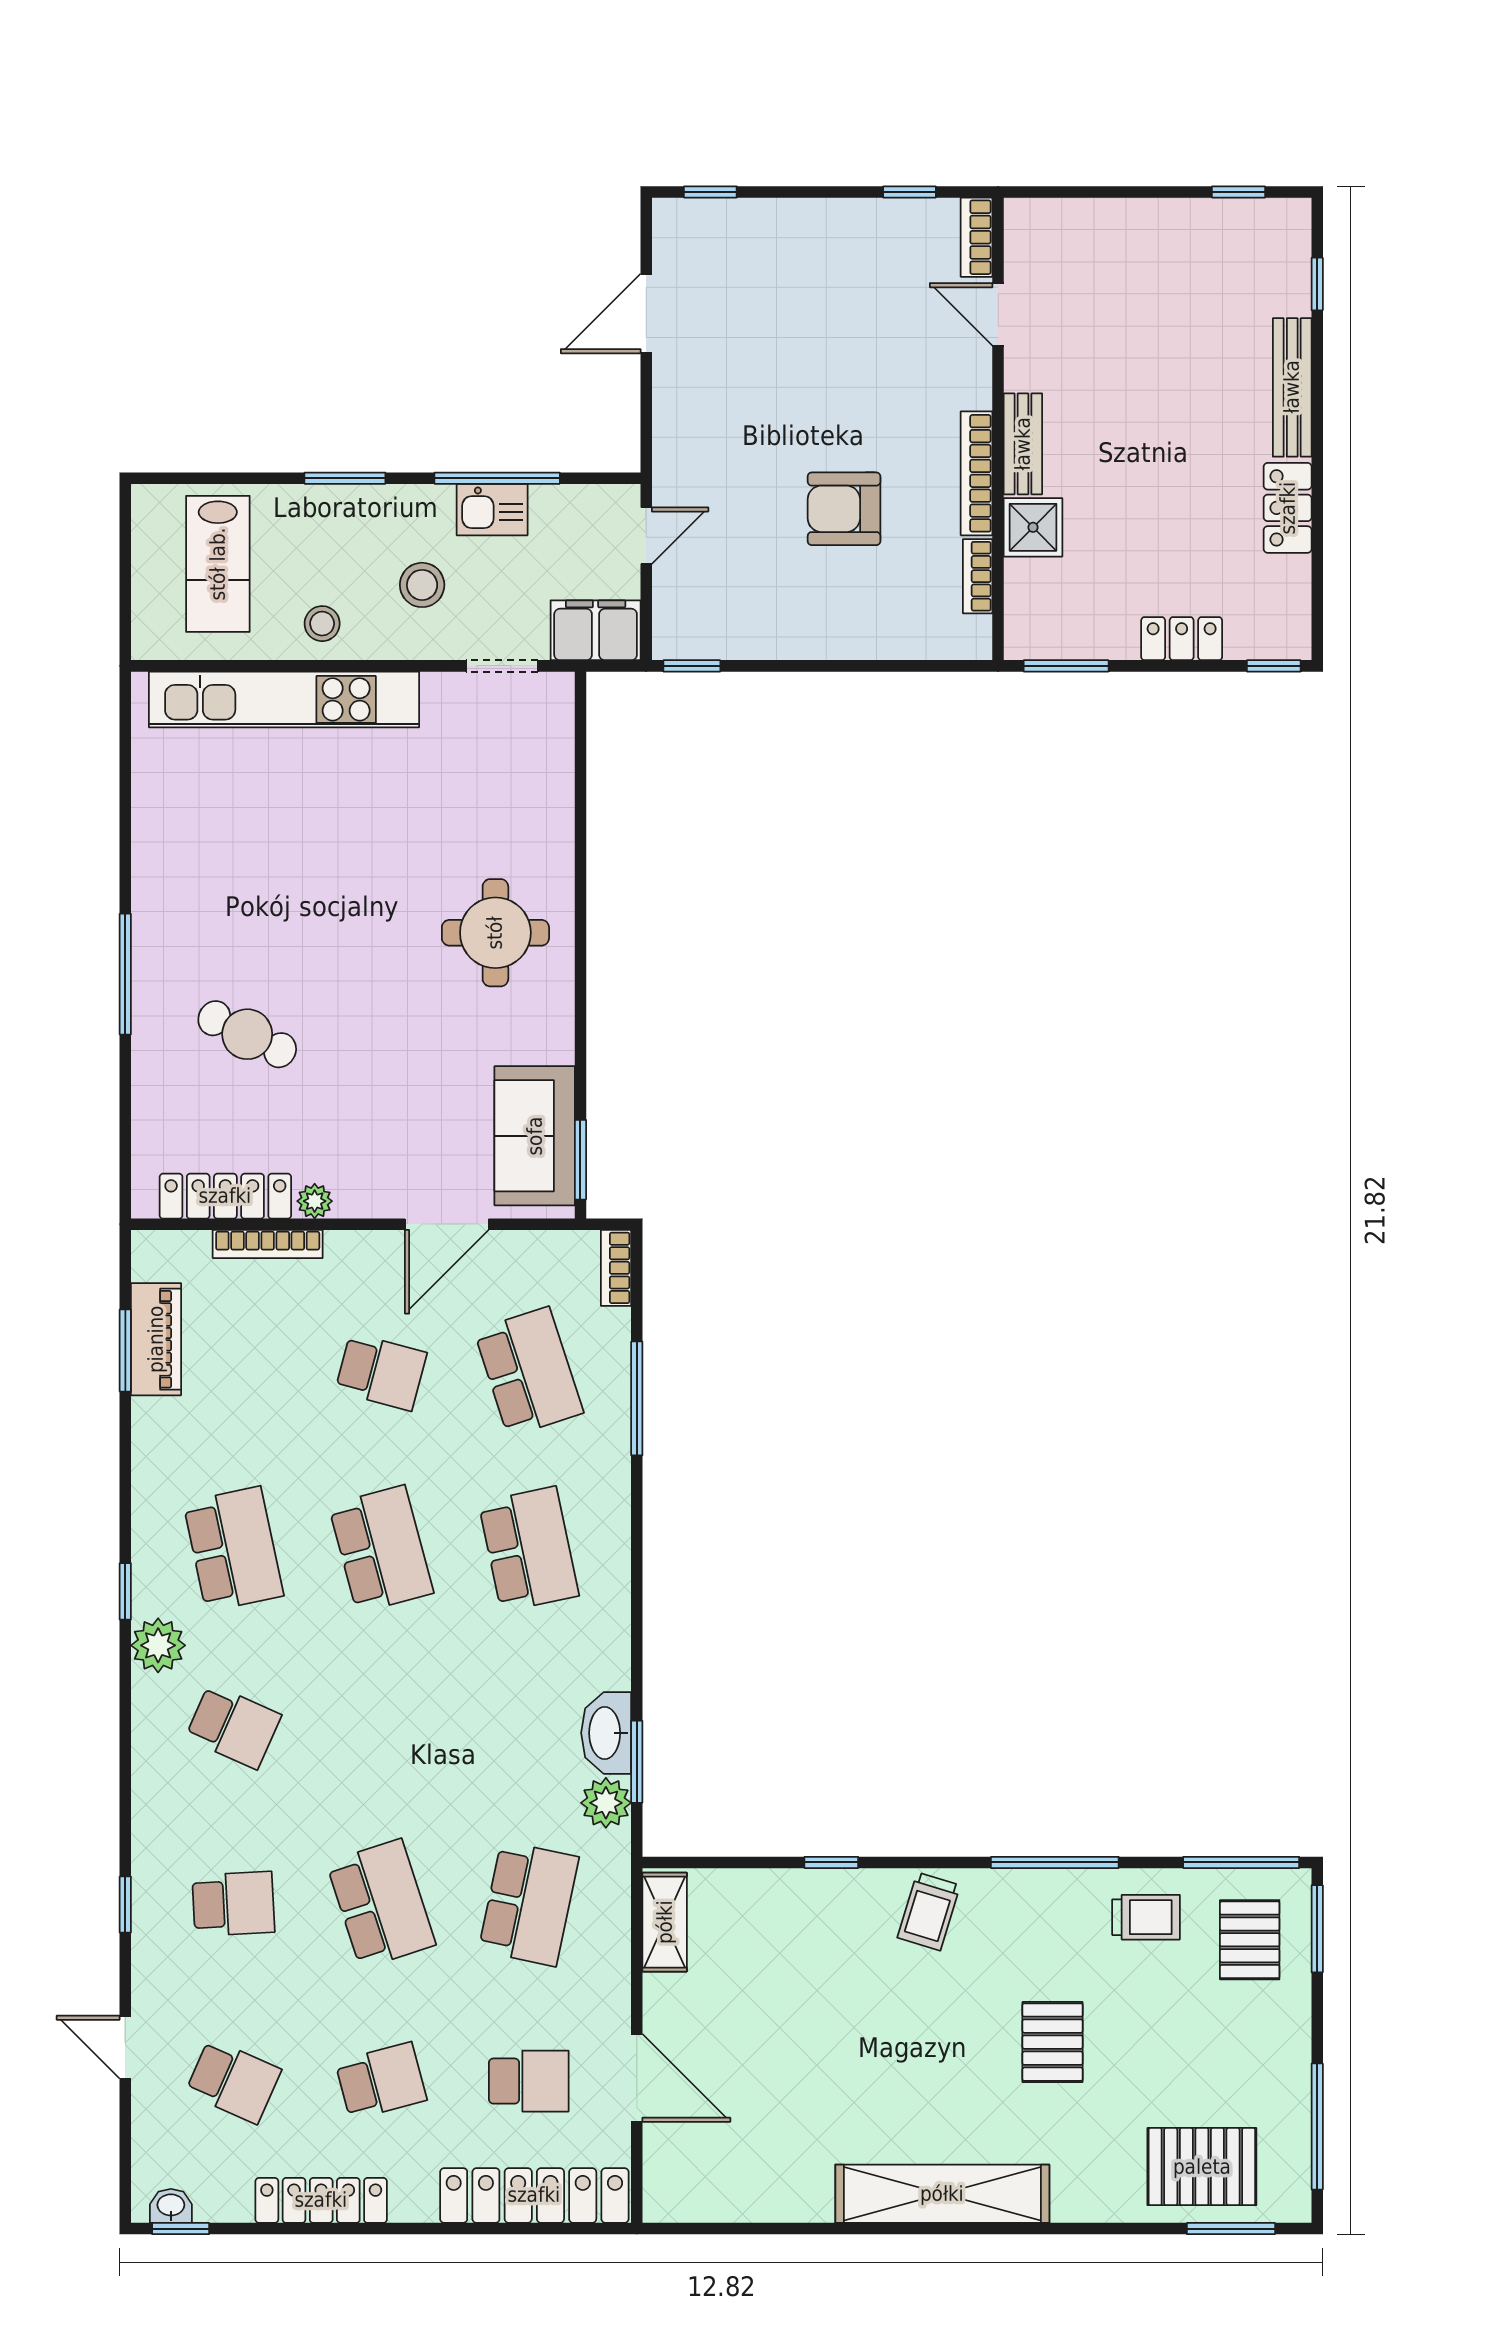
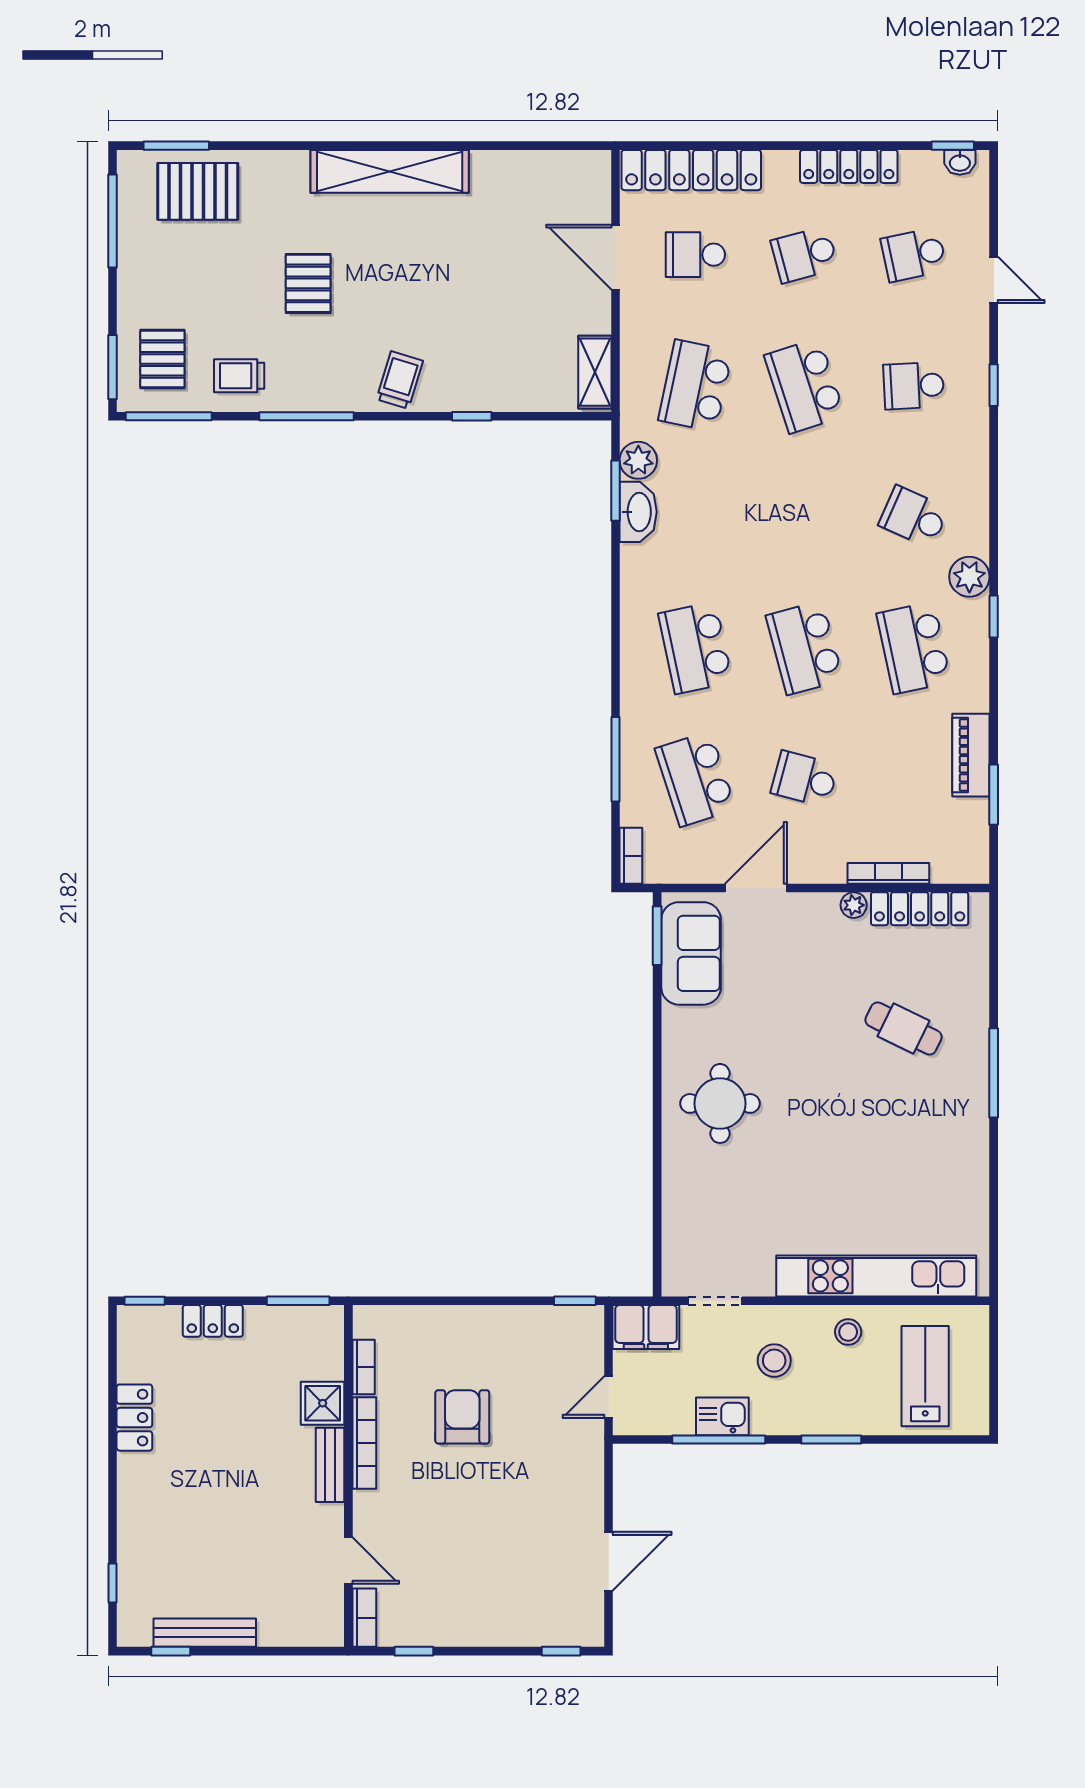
bench: (1292, 387) -> (205, 1633), moved, turned 90
armchair: (844, 509) -> (462, 1417), turned -90
piano: (156, 1339) -> (971, 755), moved
school desk: (233, 2081) -> (914, 255), turned -36

